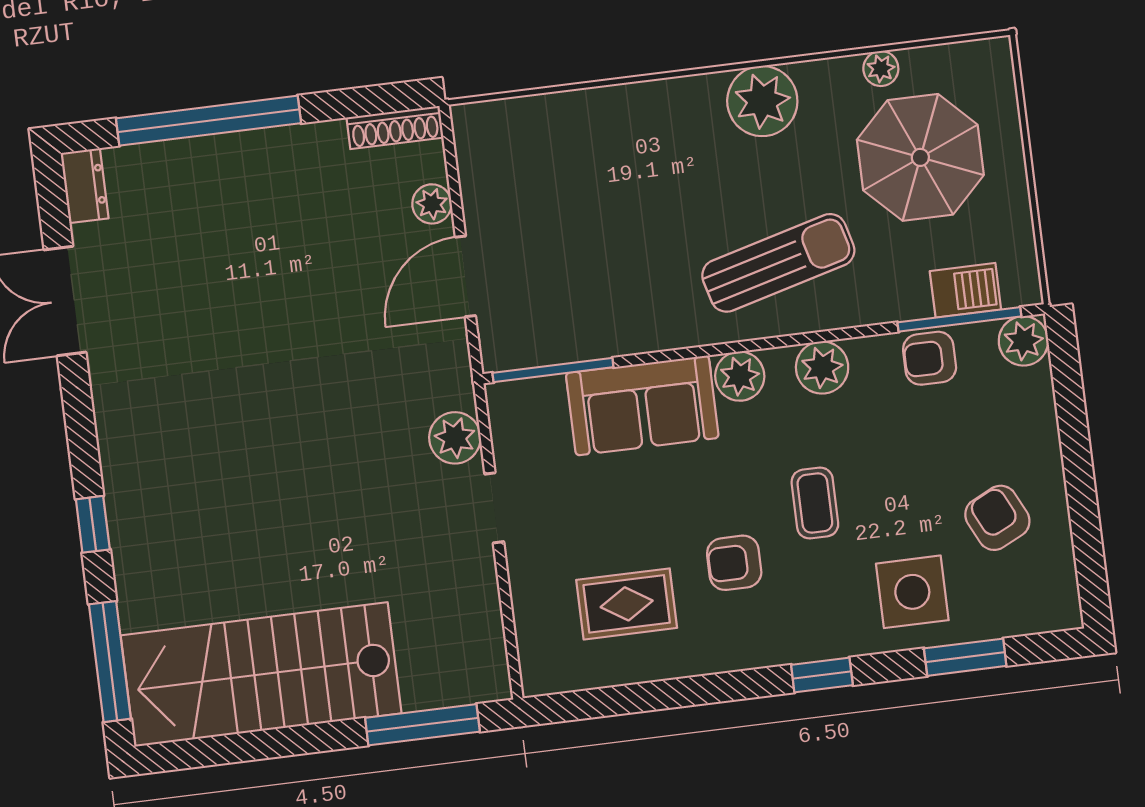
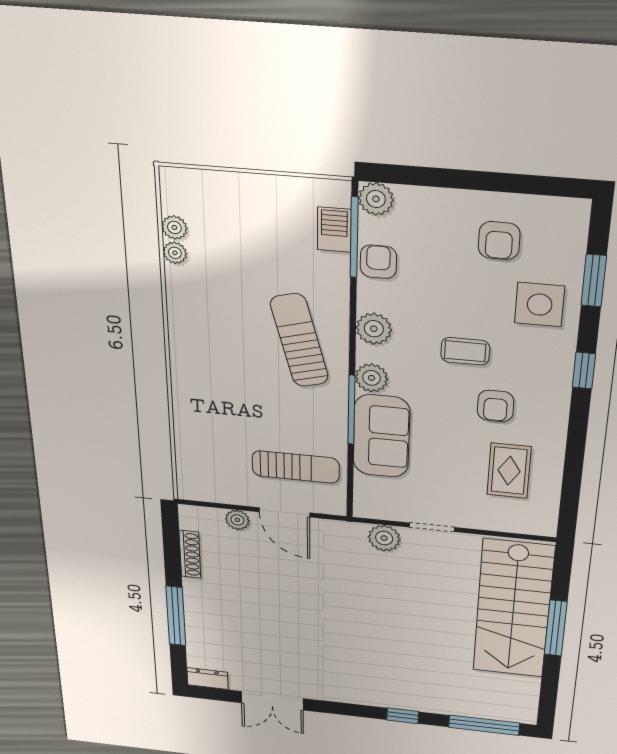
plant: (762, 101) -> (174, 227), moved, width x0.53, depth x0.53
window: (208, 121) -> (176, 616), width x0.68
shoe rack: (395, 128) -> (190, 554), moved
parasol: (920, 157) -> (238, 240), removed
sun lounger: (555, 284) -> (296, 467), added
armchair: (930, 358) -> (378, 262), turned 180
window: (553, 370) -> (351, 410), moved
armchair: (997, 518) -> (499, 241), turned -64
stairs: (261, 674) -> (513, 609), moved
window: (422, 725) -> (556, 628), moved

